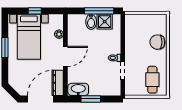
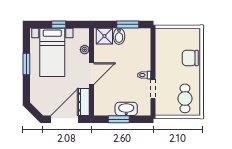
window: (99, 11) -> (128, 24), width x0.69
shower: (105, 22) -> (104, 36), moved
washbasin: (78, 89) -> (126, 109), moved

